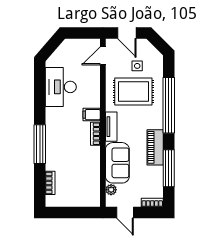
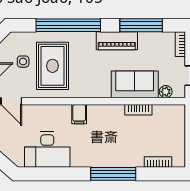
tv unit: (111, 127) -> (93, 91), removed
bookcase: (95, 134) -> (138, 110), moved

